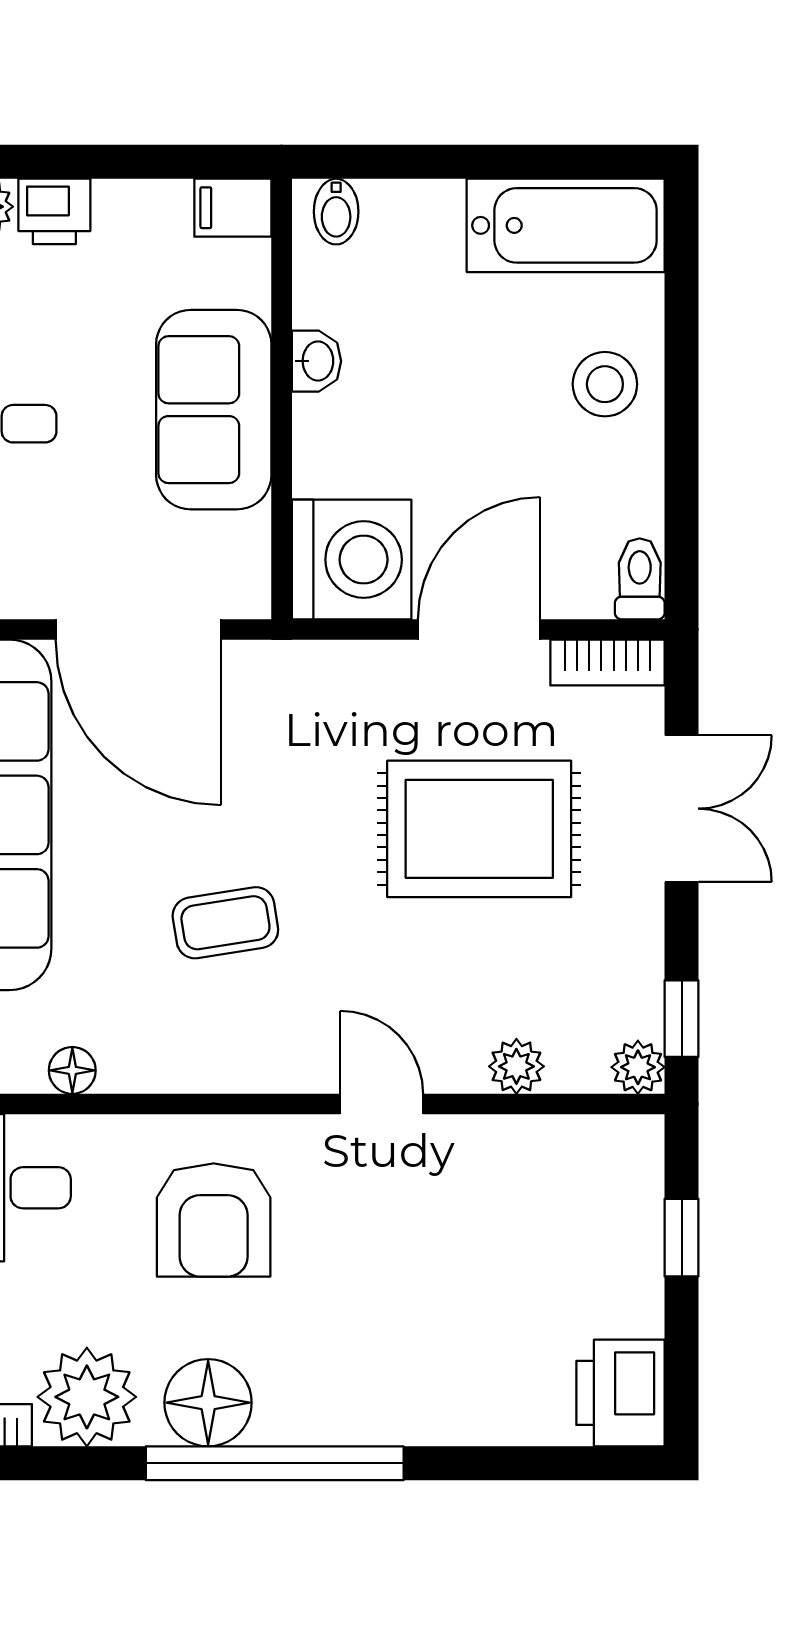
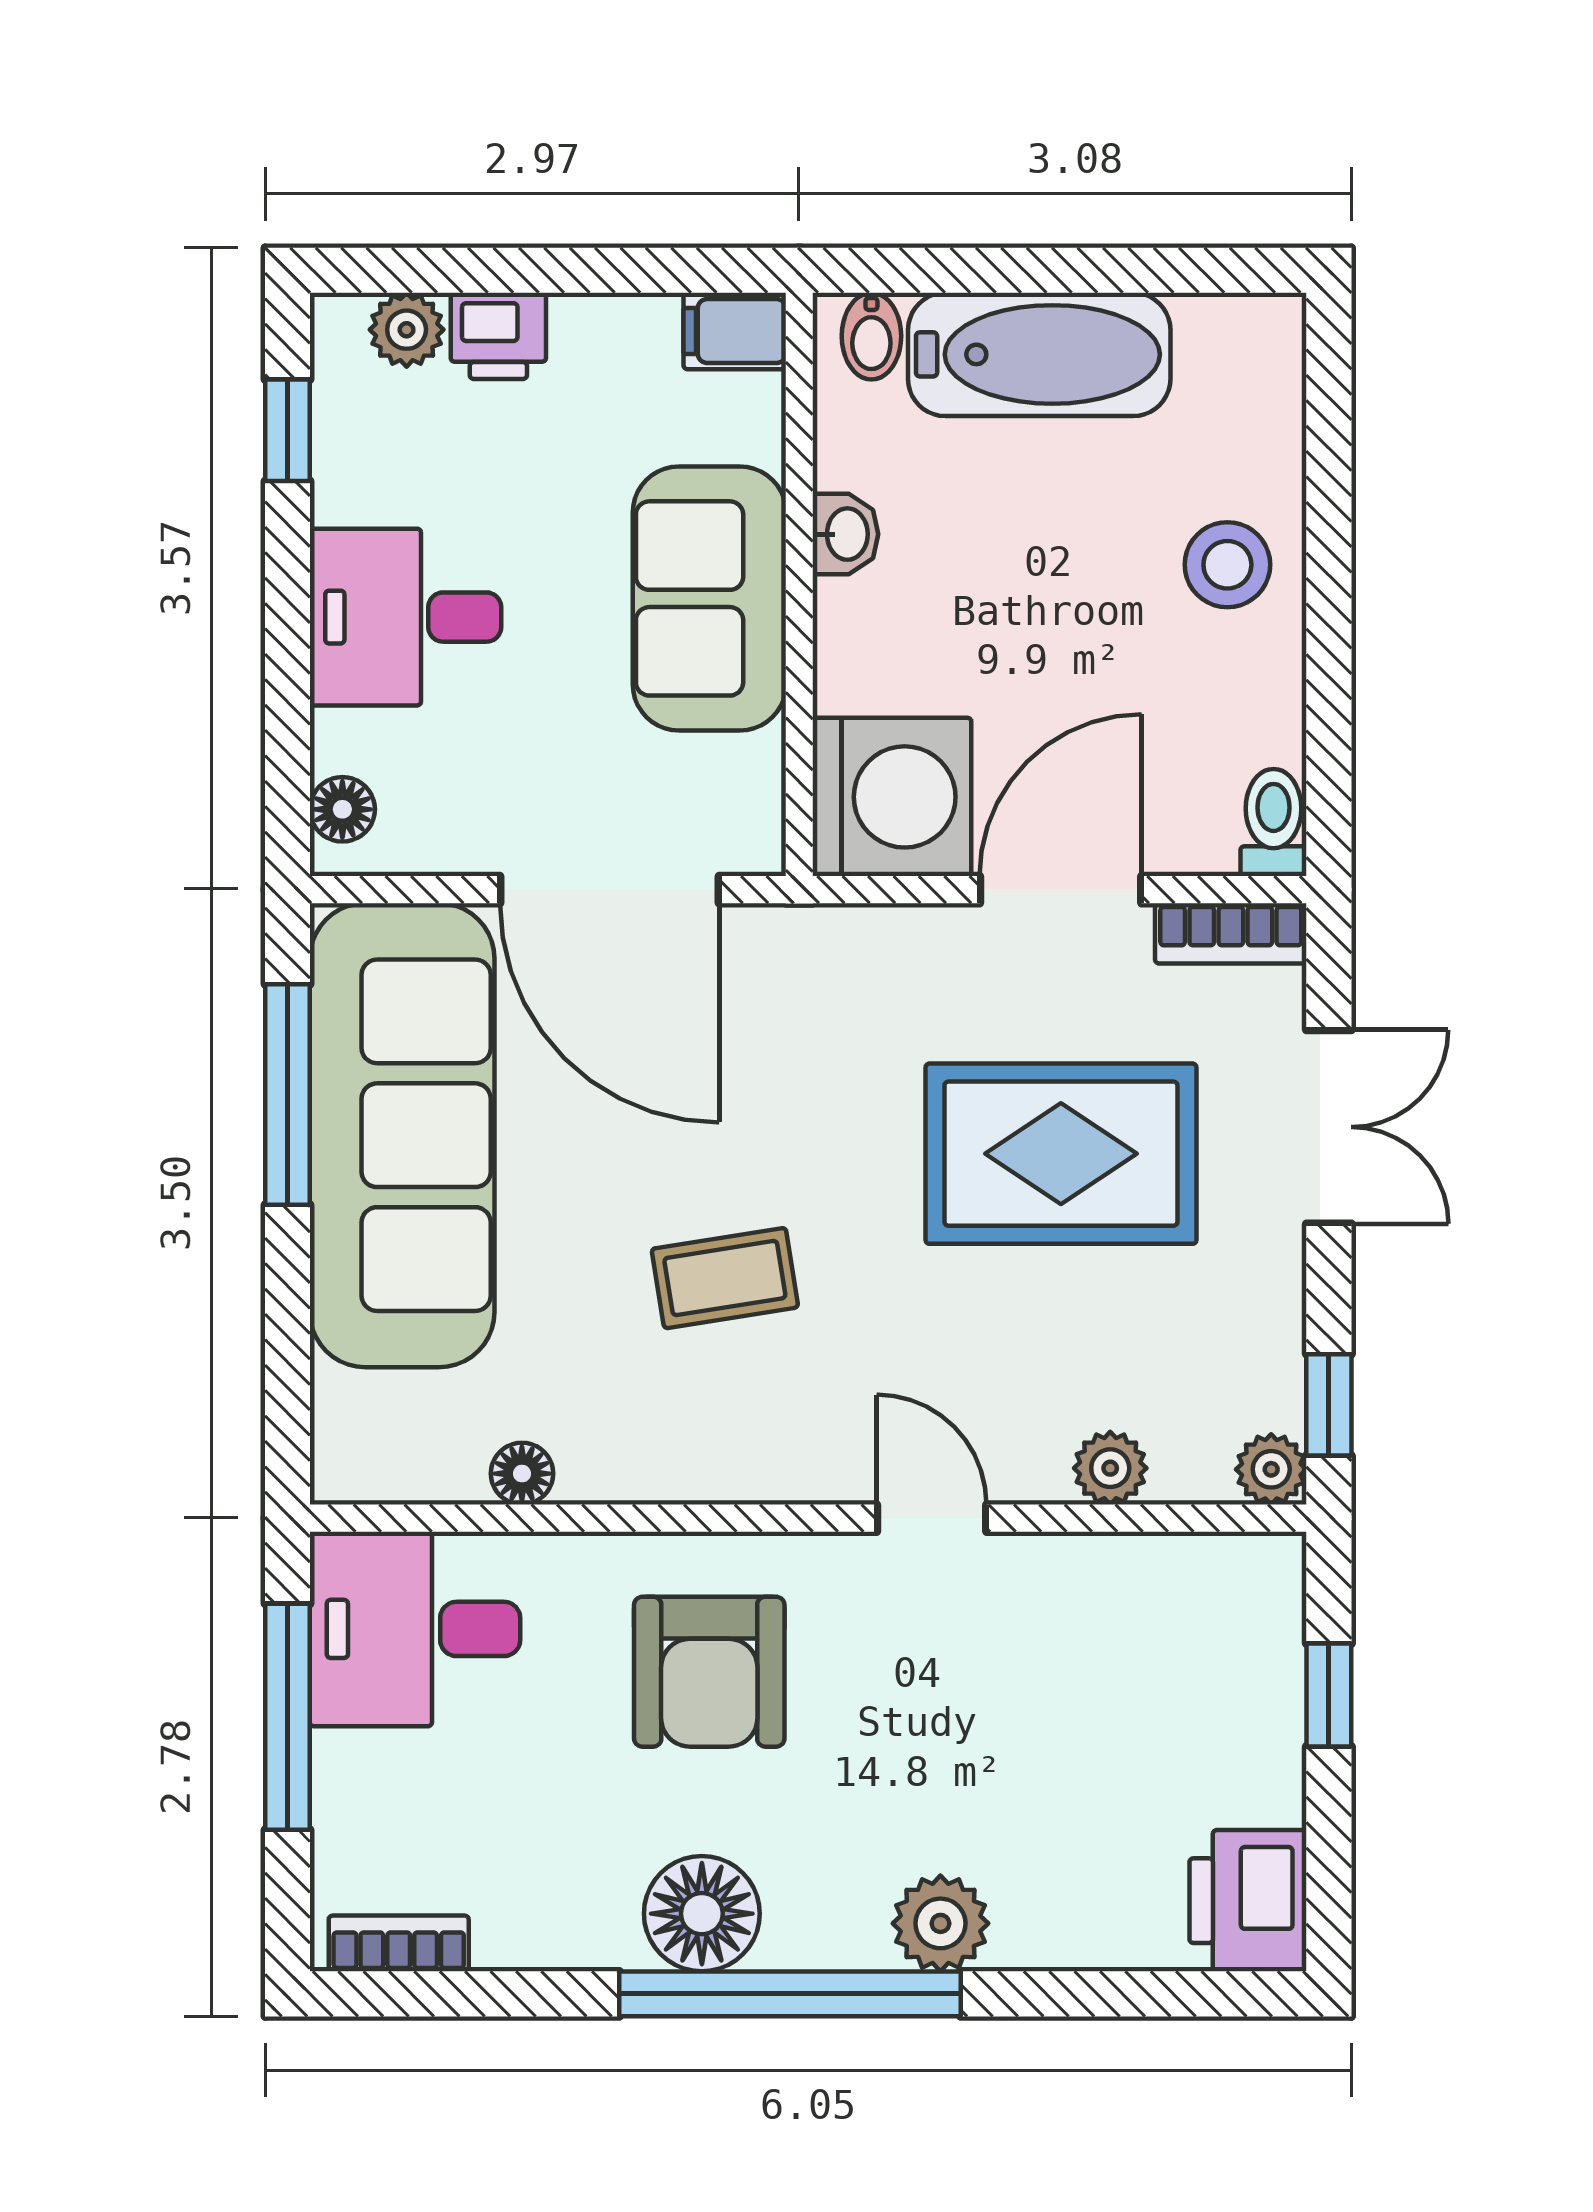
bathtub: (566, 225) -> (1039, 354), moved
plant: (87, 1397) -> (940, 1923), moved, width x0.73, depth x0.73

